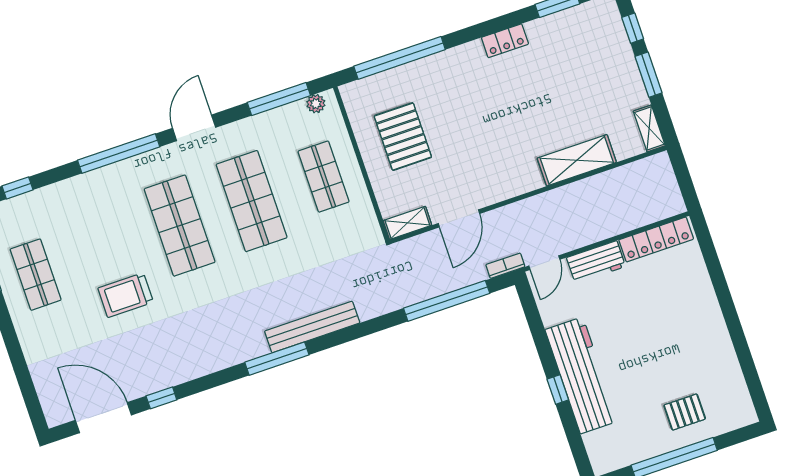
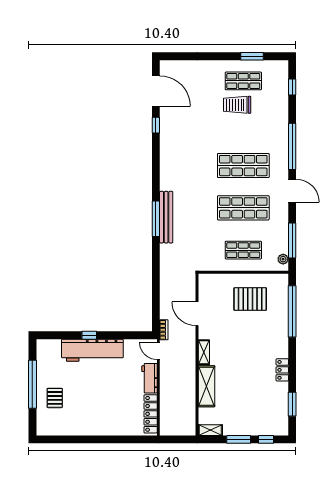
shelving: (407, 223) -> (204, 352), moved
trolley: (126, 295) -> (237, 105), moved, turned -90
window: (447, 301) -> (156, 293), removed
window: (277, 359) -> (156, 219), moved
door: (103, 418) -> (156, 91), hinge flipped

